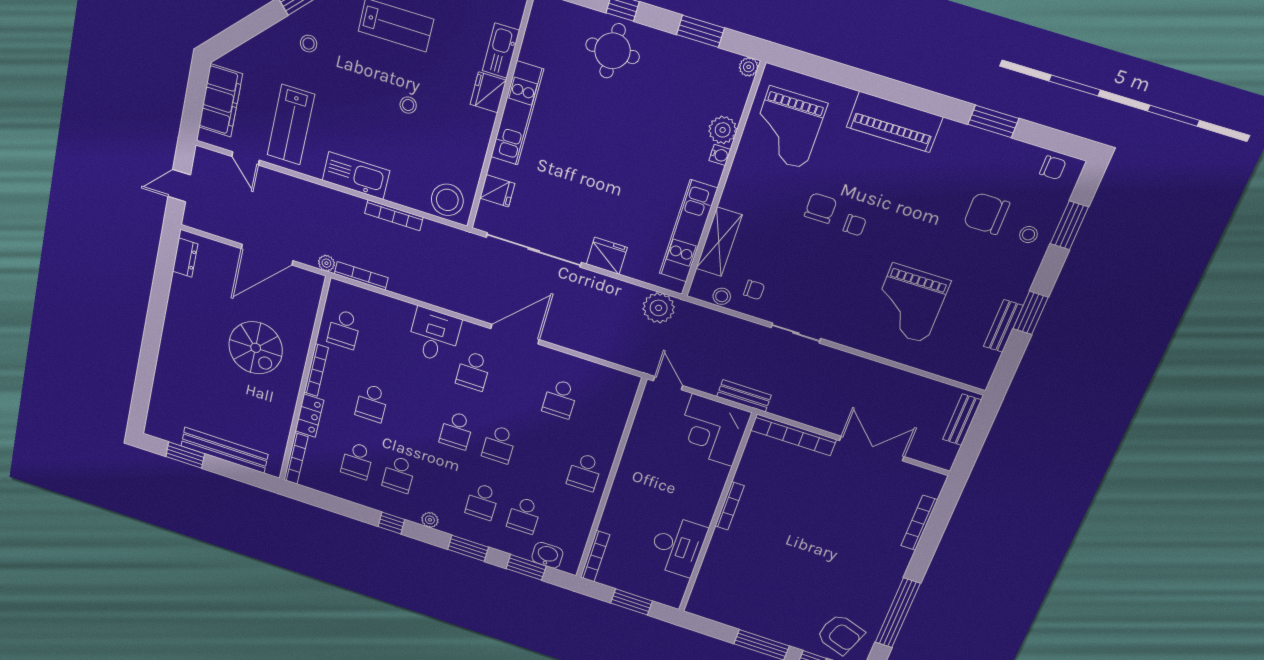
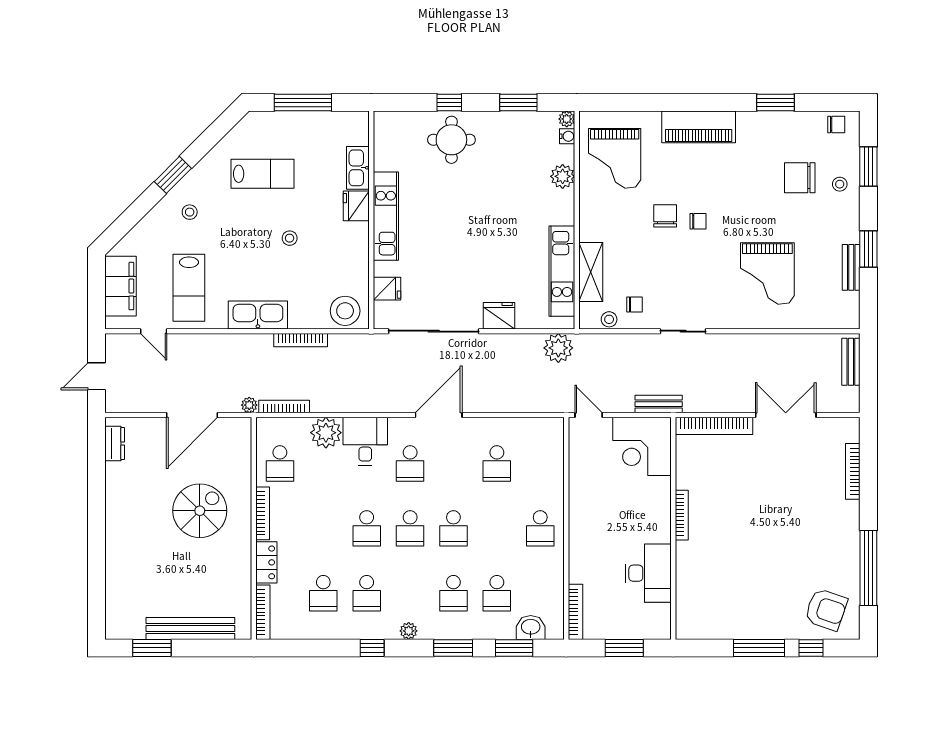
water cooler: (720, 155) -> (567, 136), moved
plant: (397, 314) -> (326, 433), added
spiral stairs: (256, 348) -> (200, 511), turned -90
school desk: (372, 403) -> (367, 528), moved

